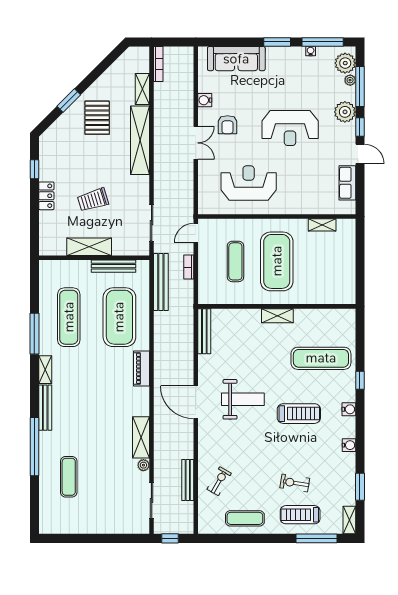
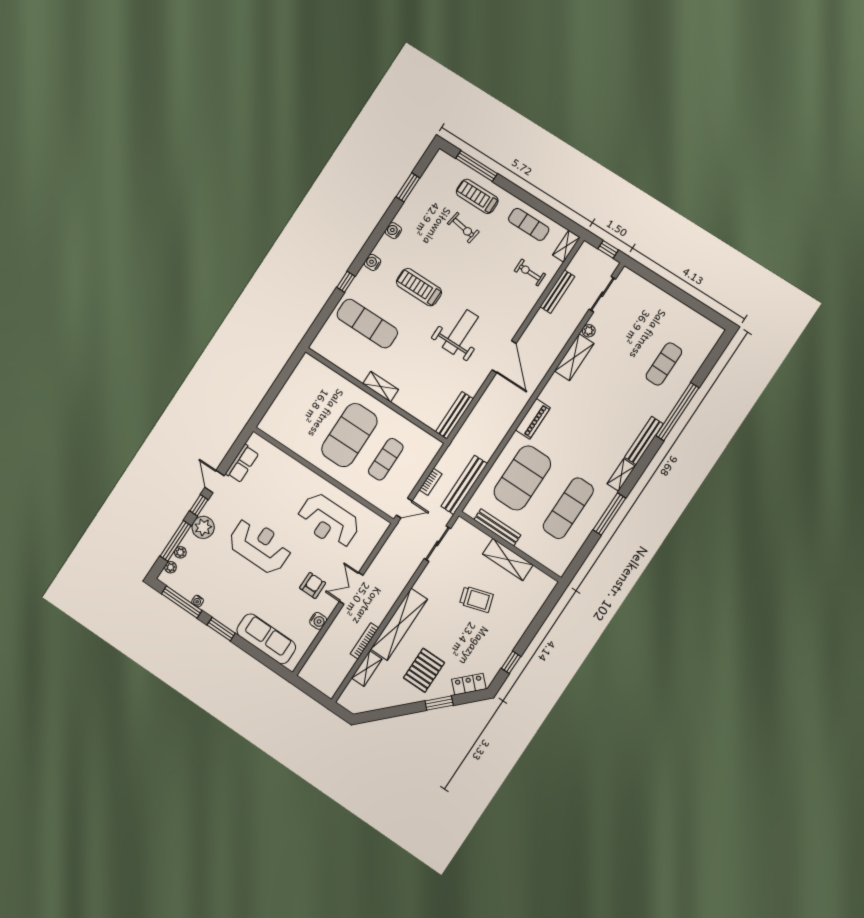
plant: (345, 63) -> (171, 567), width x0.53, depth x0.53
bookcase: (158, 64) -> (364, 641), moved
locker: (46, 196) -> (469, 684), moved, turned 45
shelving: (322, 225) -> (288, 441), removed
weight bench: (243, 399) -> (460, 332), turned 90
exercise bike: (219, 481) -> (530, 272), turned 60
treadmill: (300, 515) -> (477, 196), turned 180
shelving: (349, 520) -> (566, 246), moved

